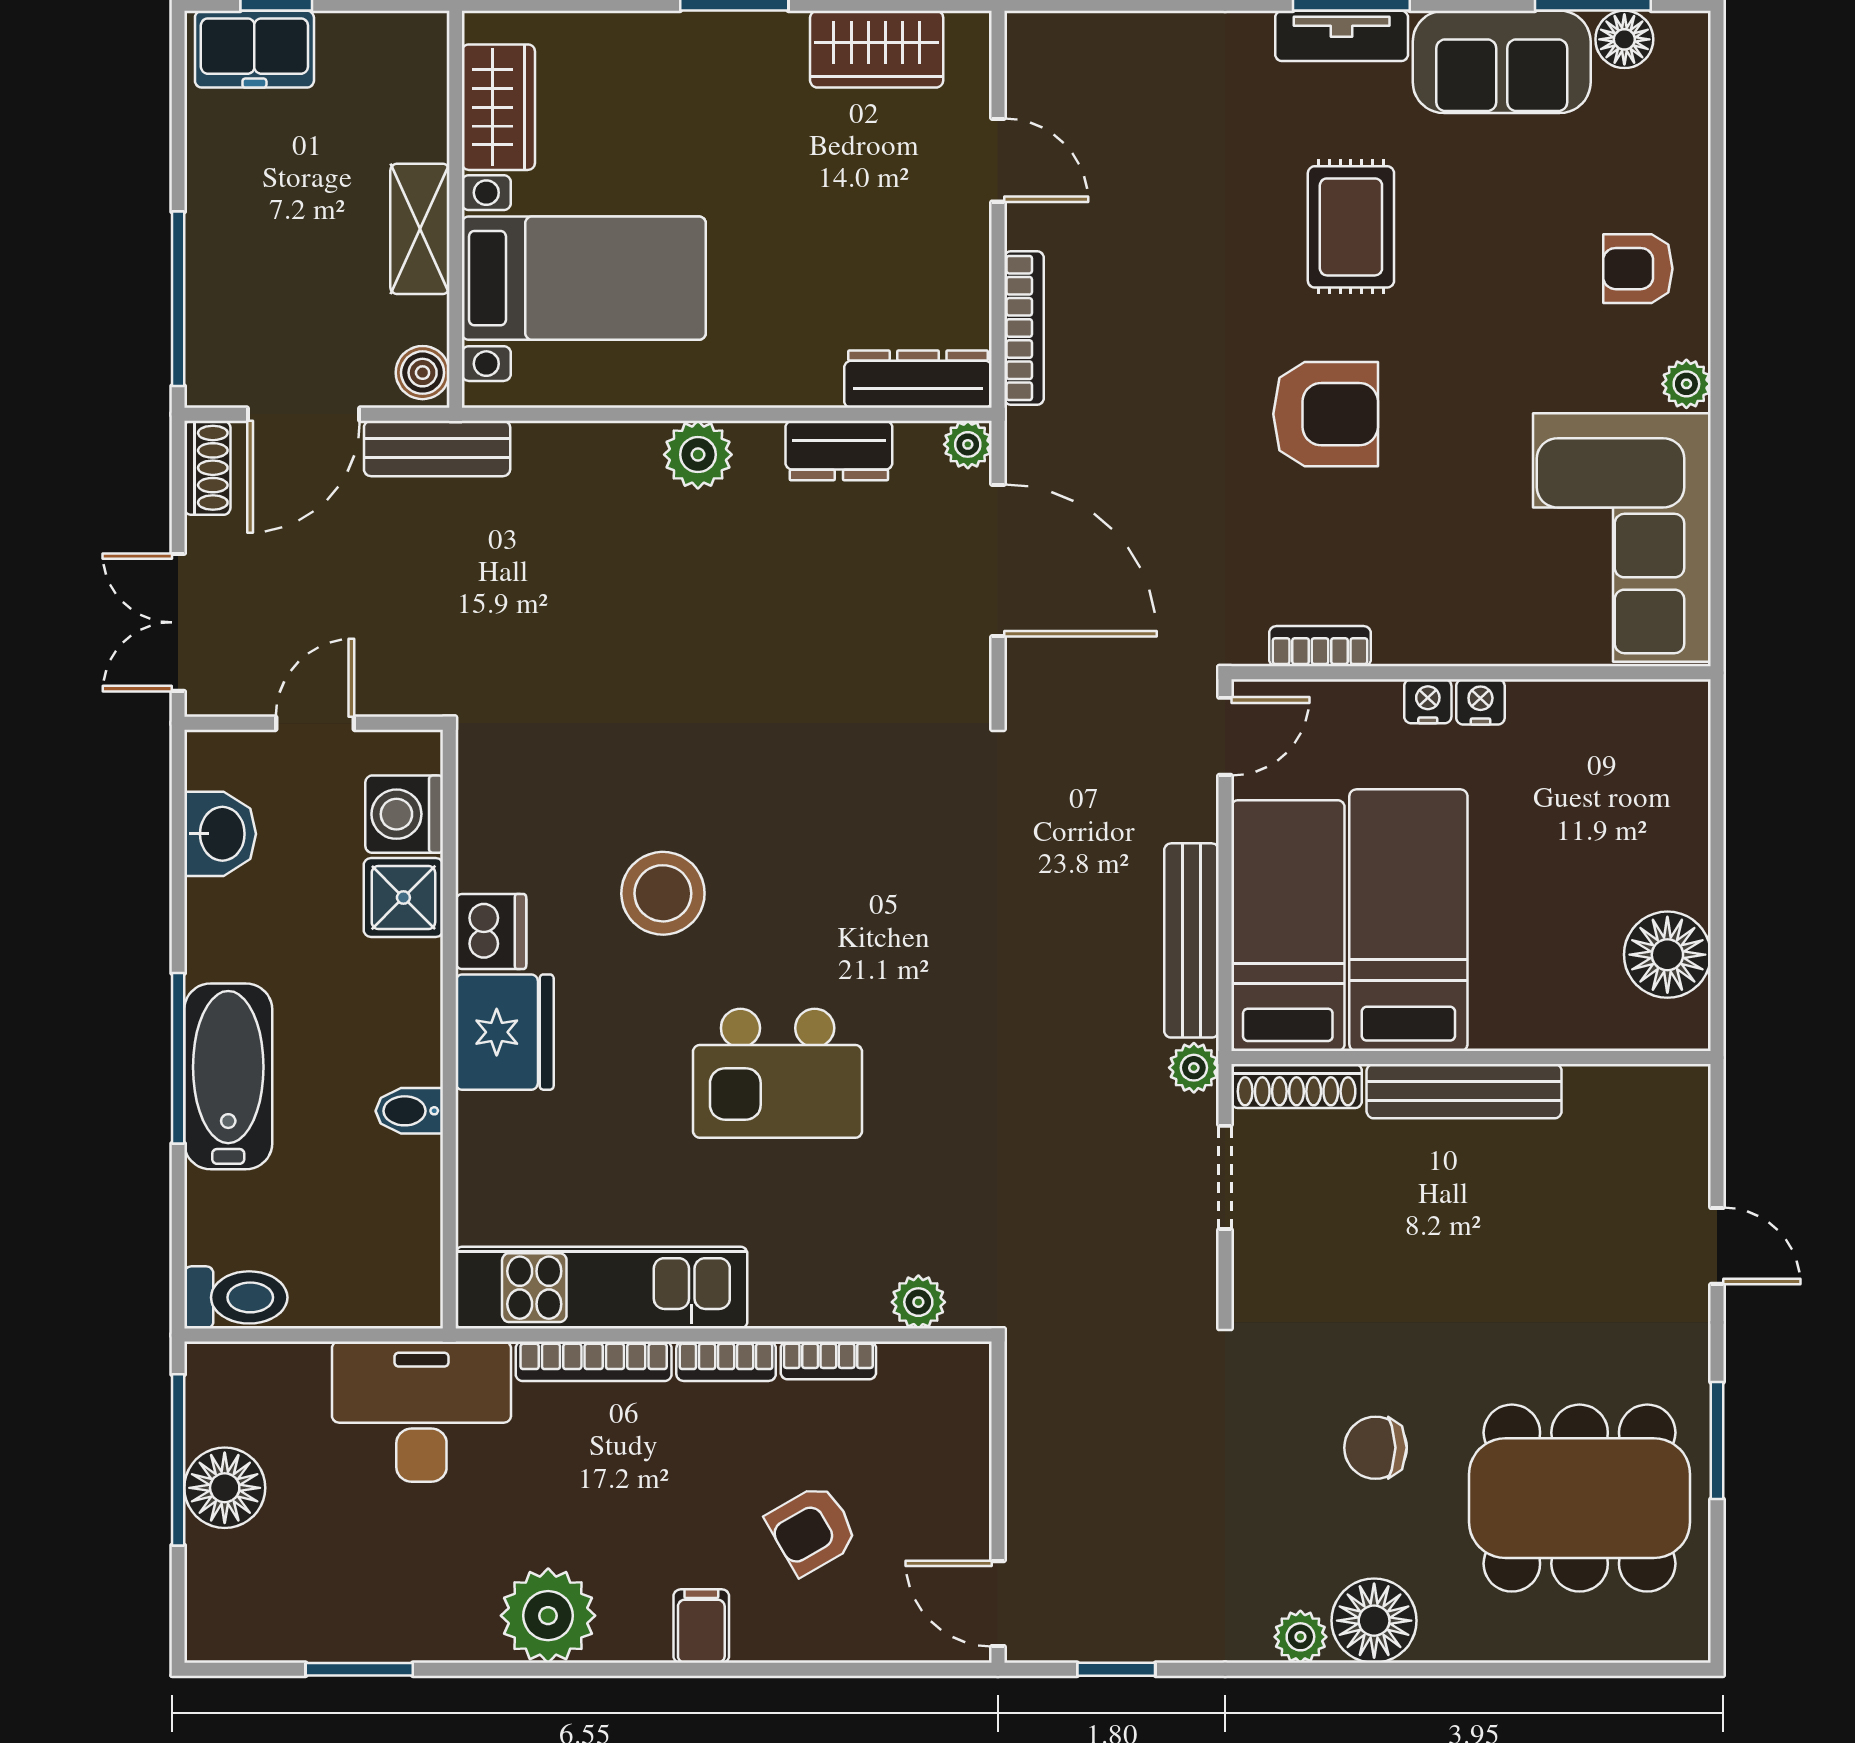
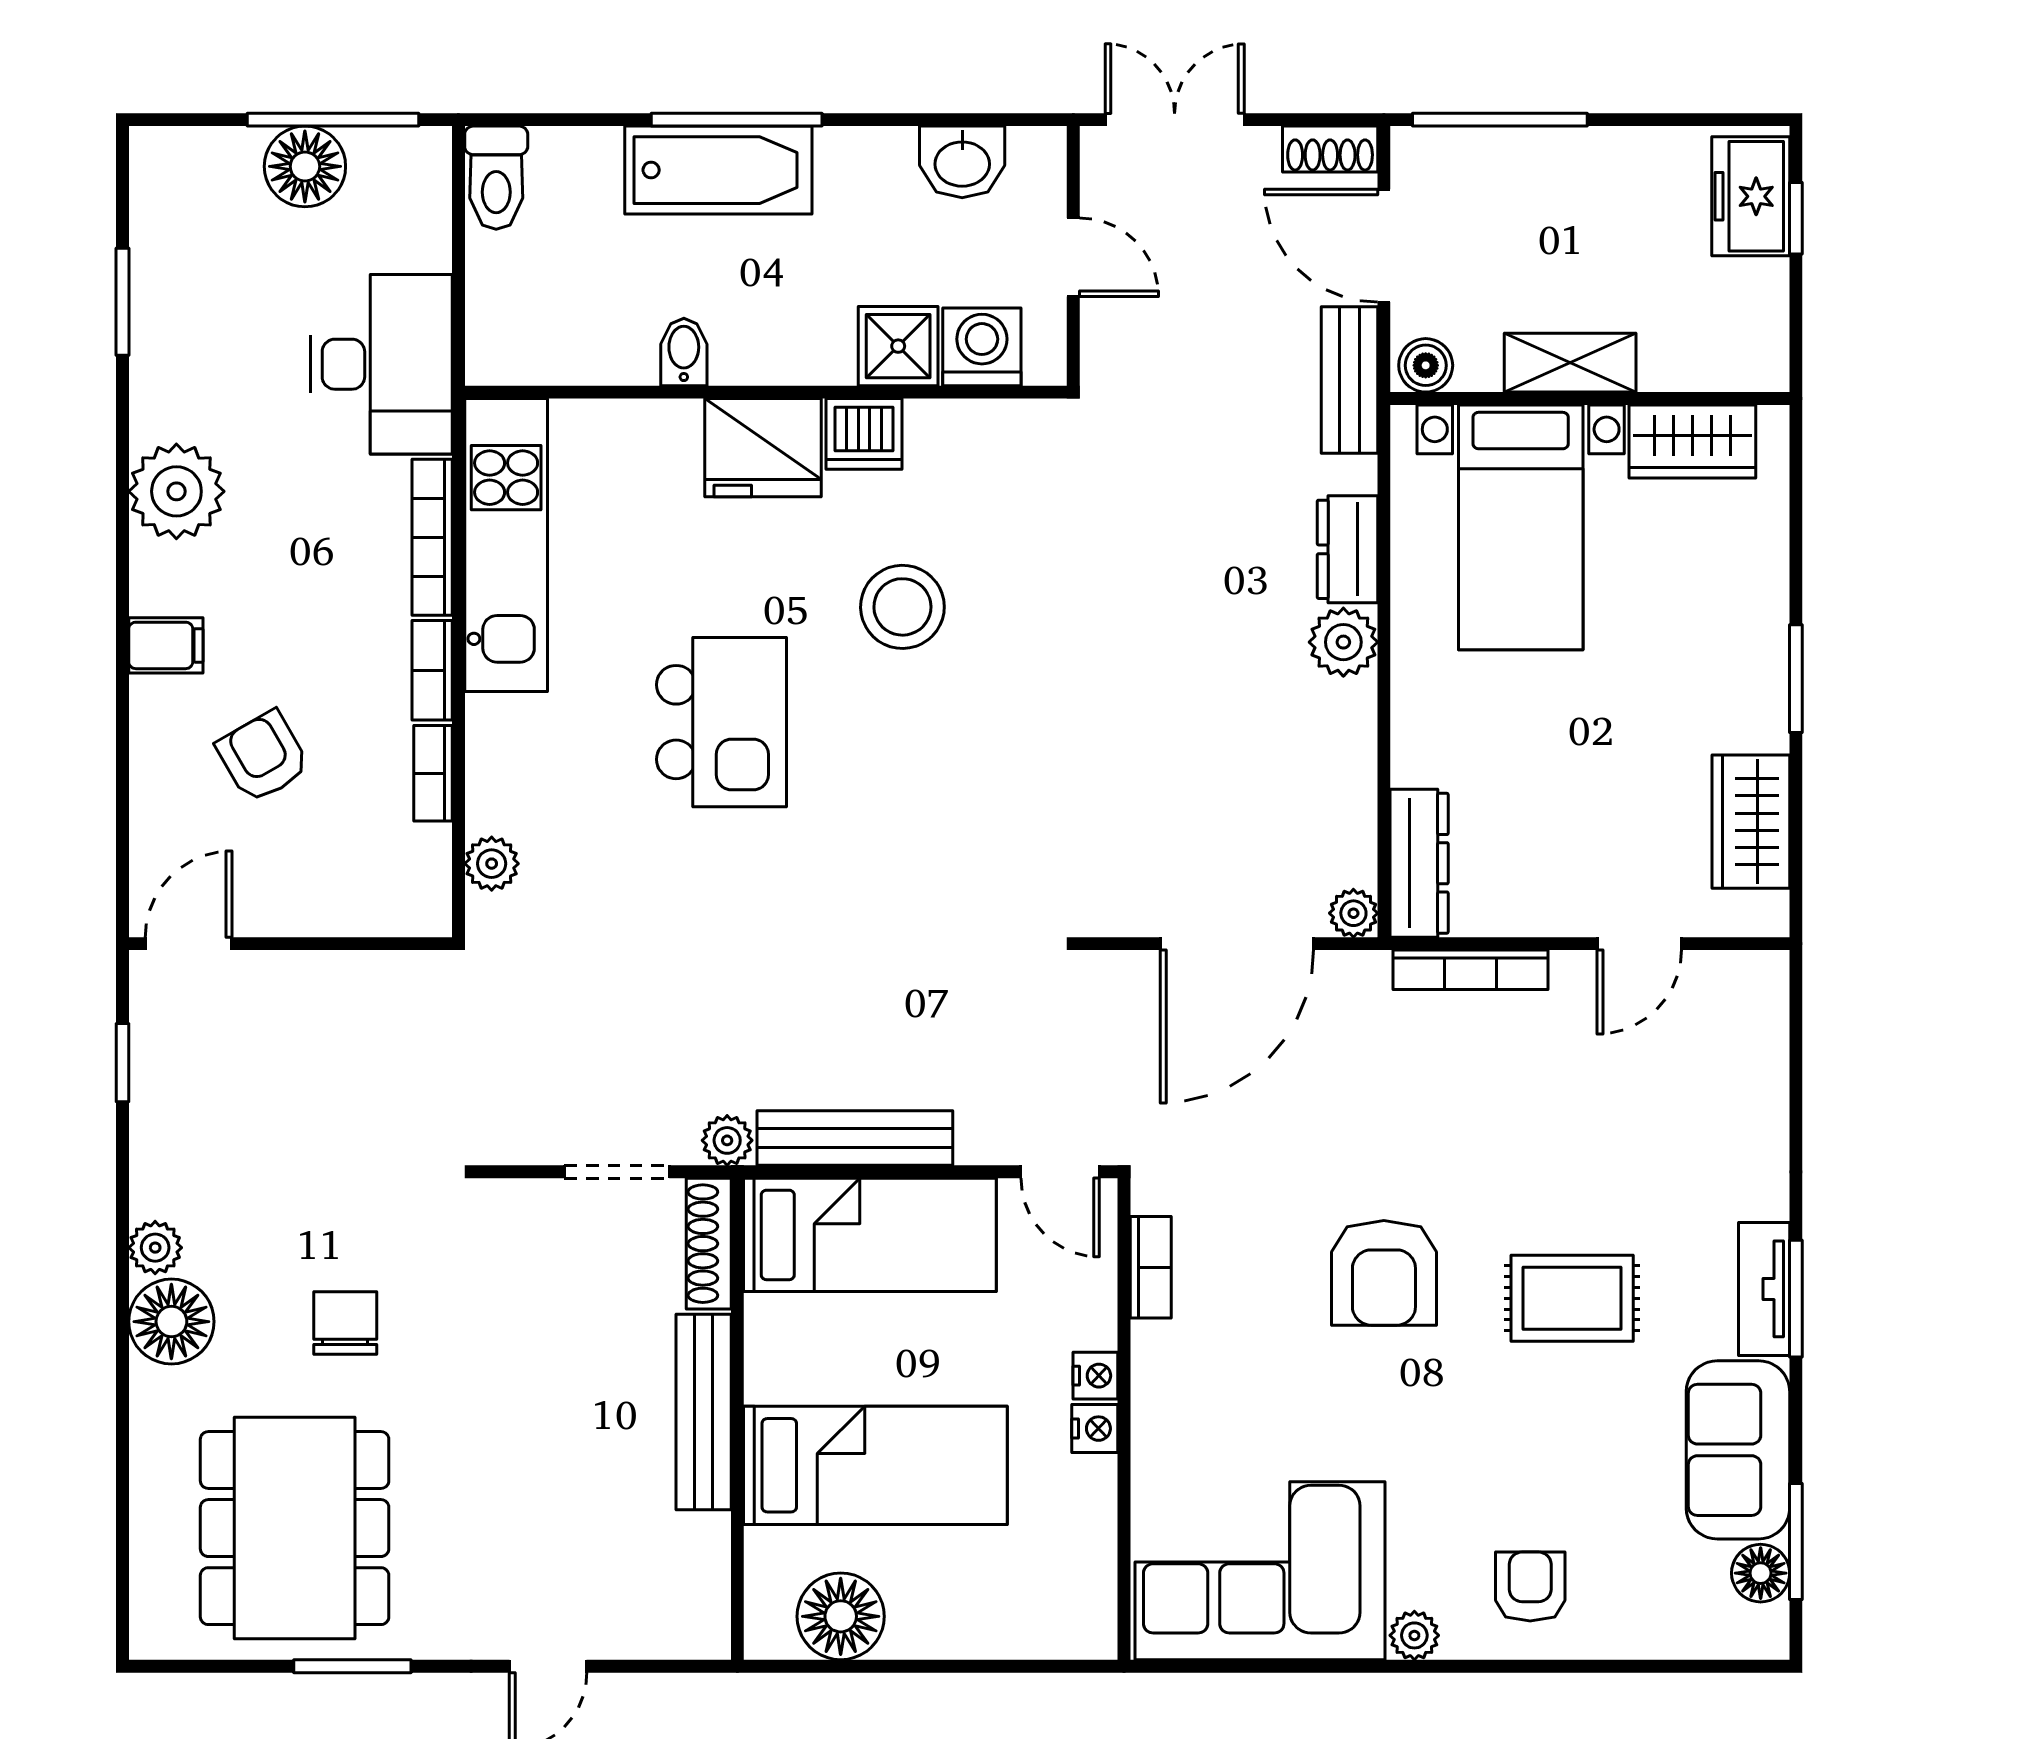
dresser: (839, 450) -> (1347, 549), moved
bed: (1408, 920) -> (875, 1465), moved
kitchen island: (778, 1073) -> (722, 722), turned 180

